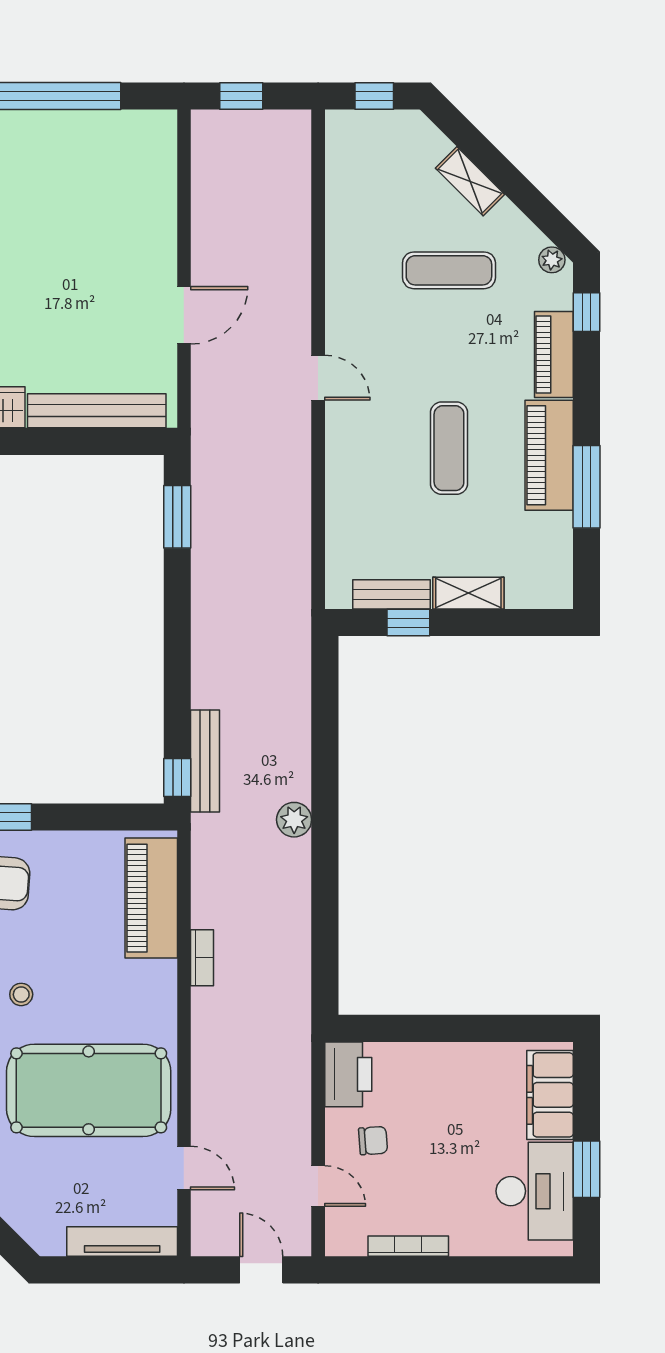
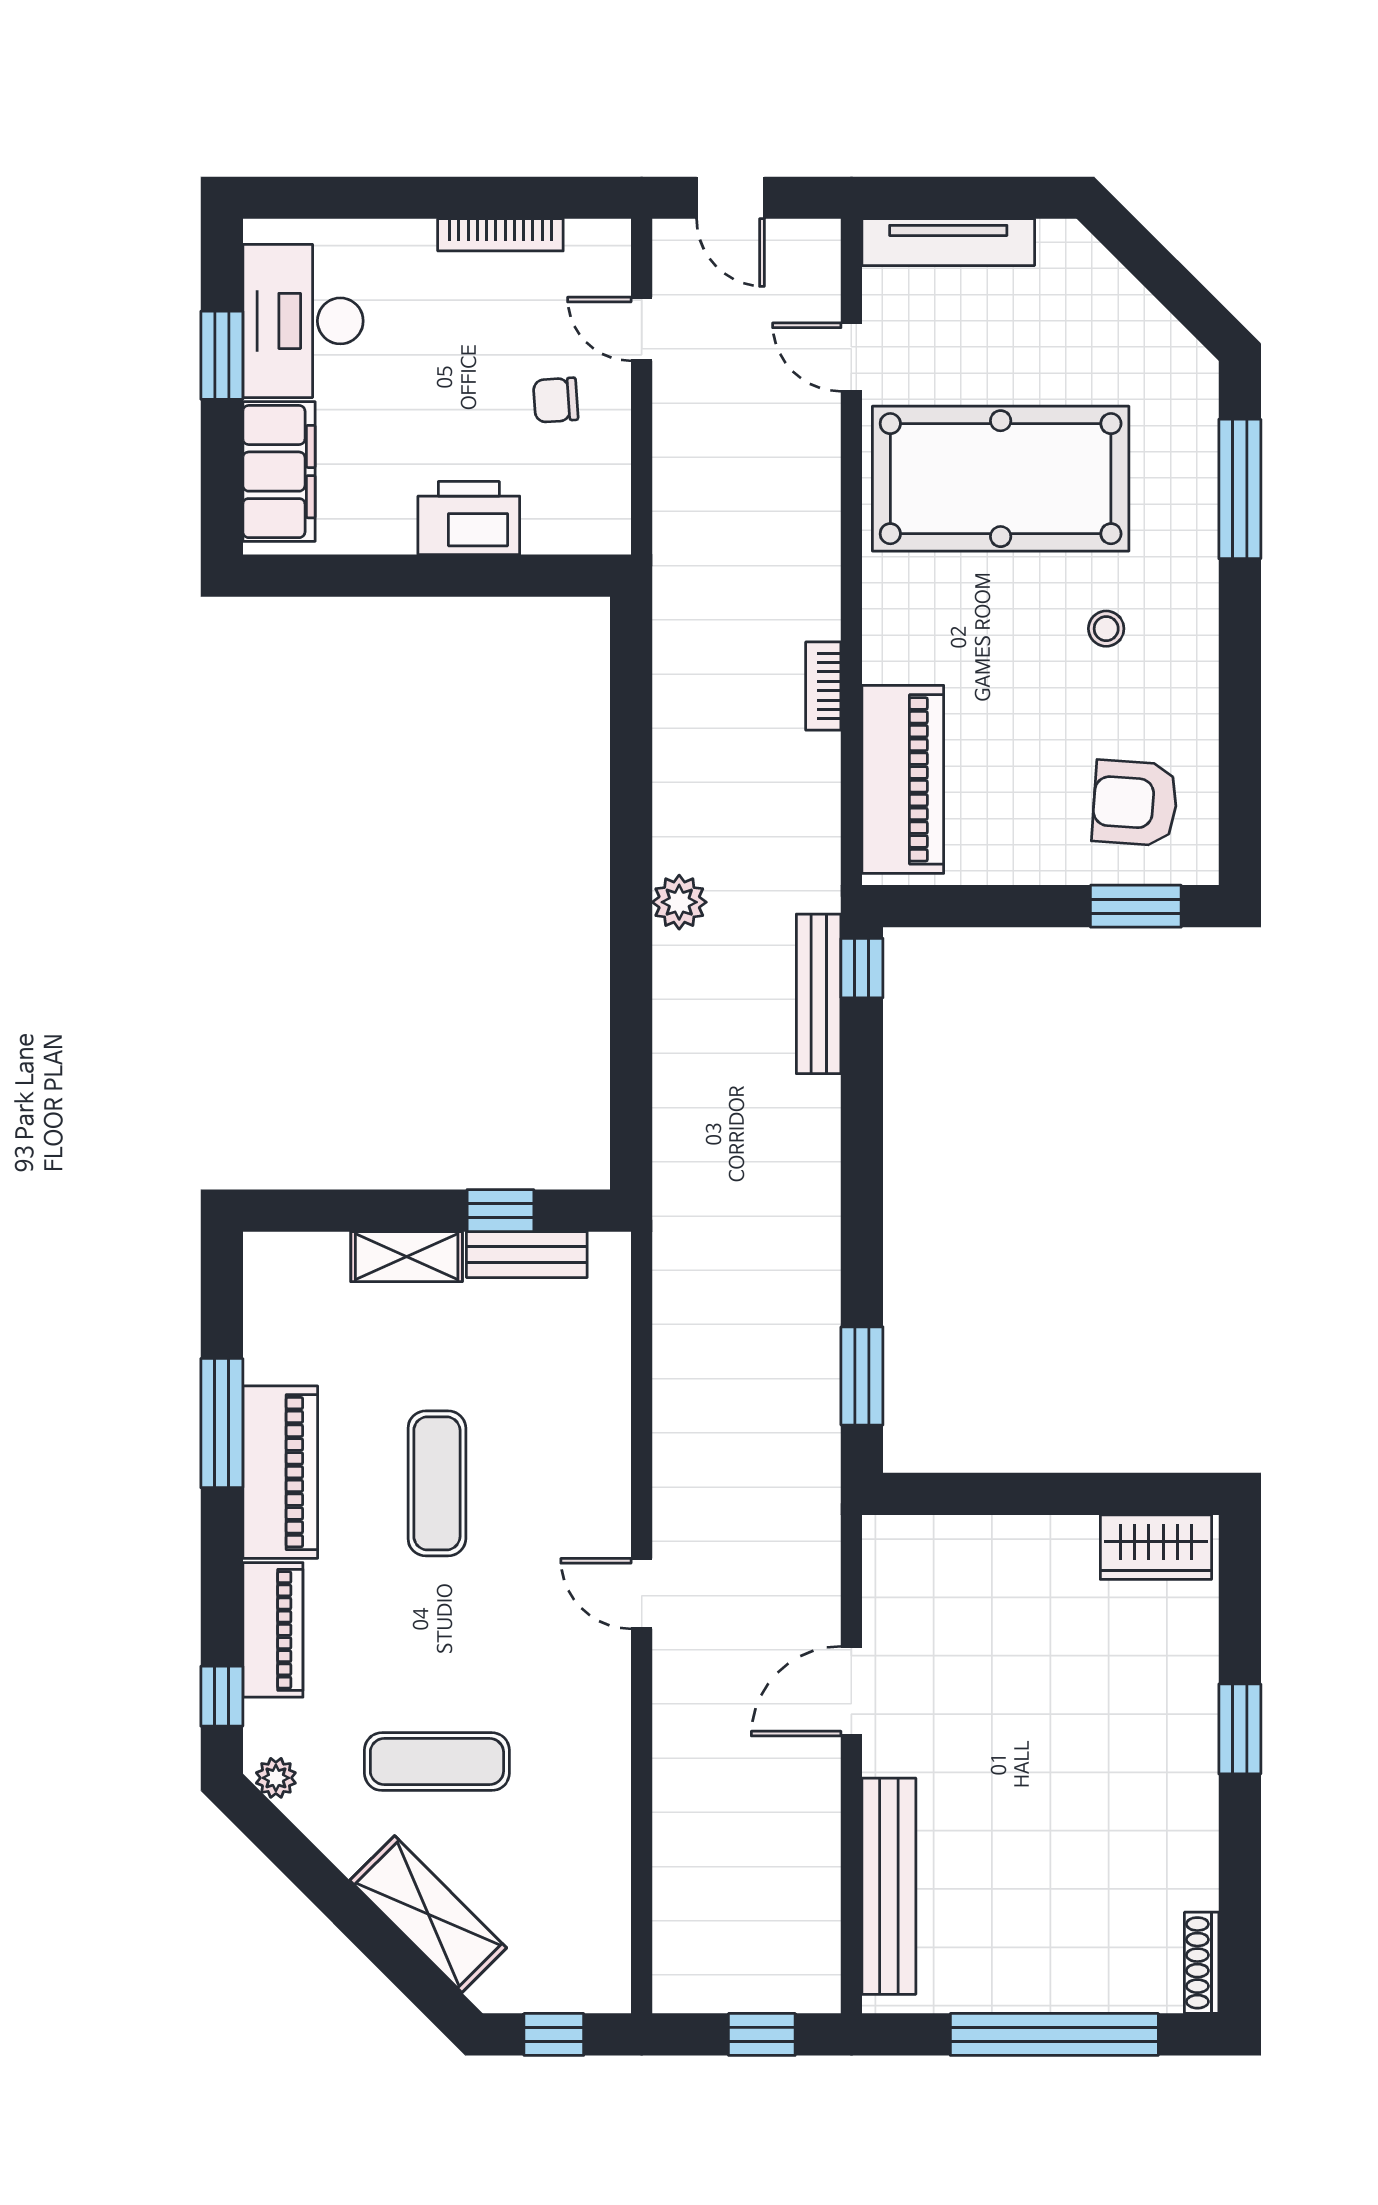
shelving: (470, 181) -> (428, 1914), width x1.50, depth x1.33
bench: (97, 411) -> (889, 1886), moved, turned 90
printer: (348, 1074) -> (469, 518), moved, turned 90

